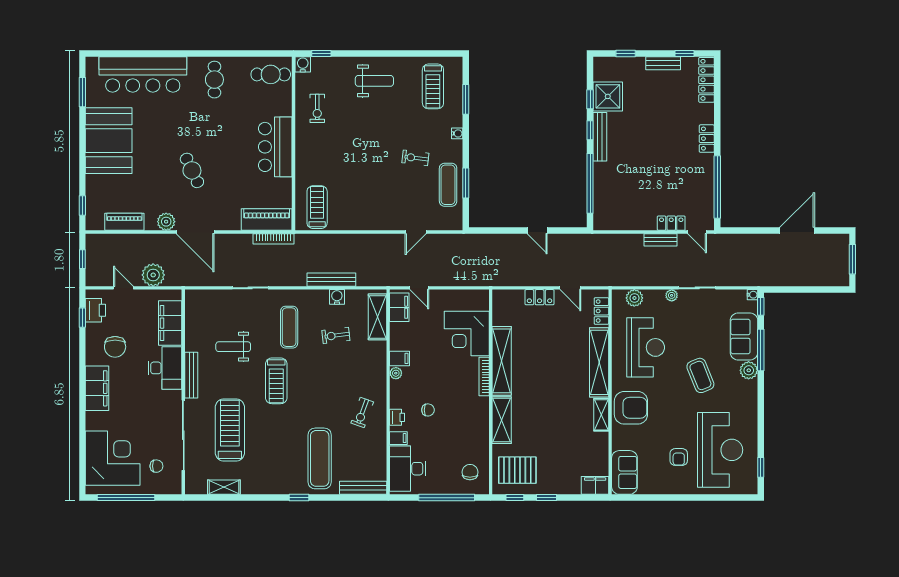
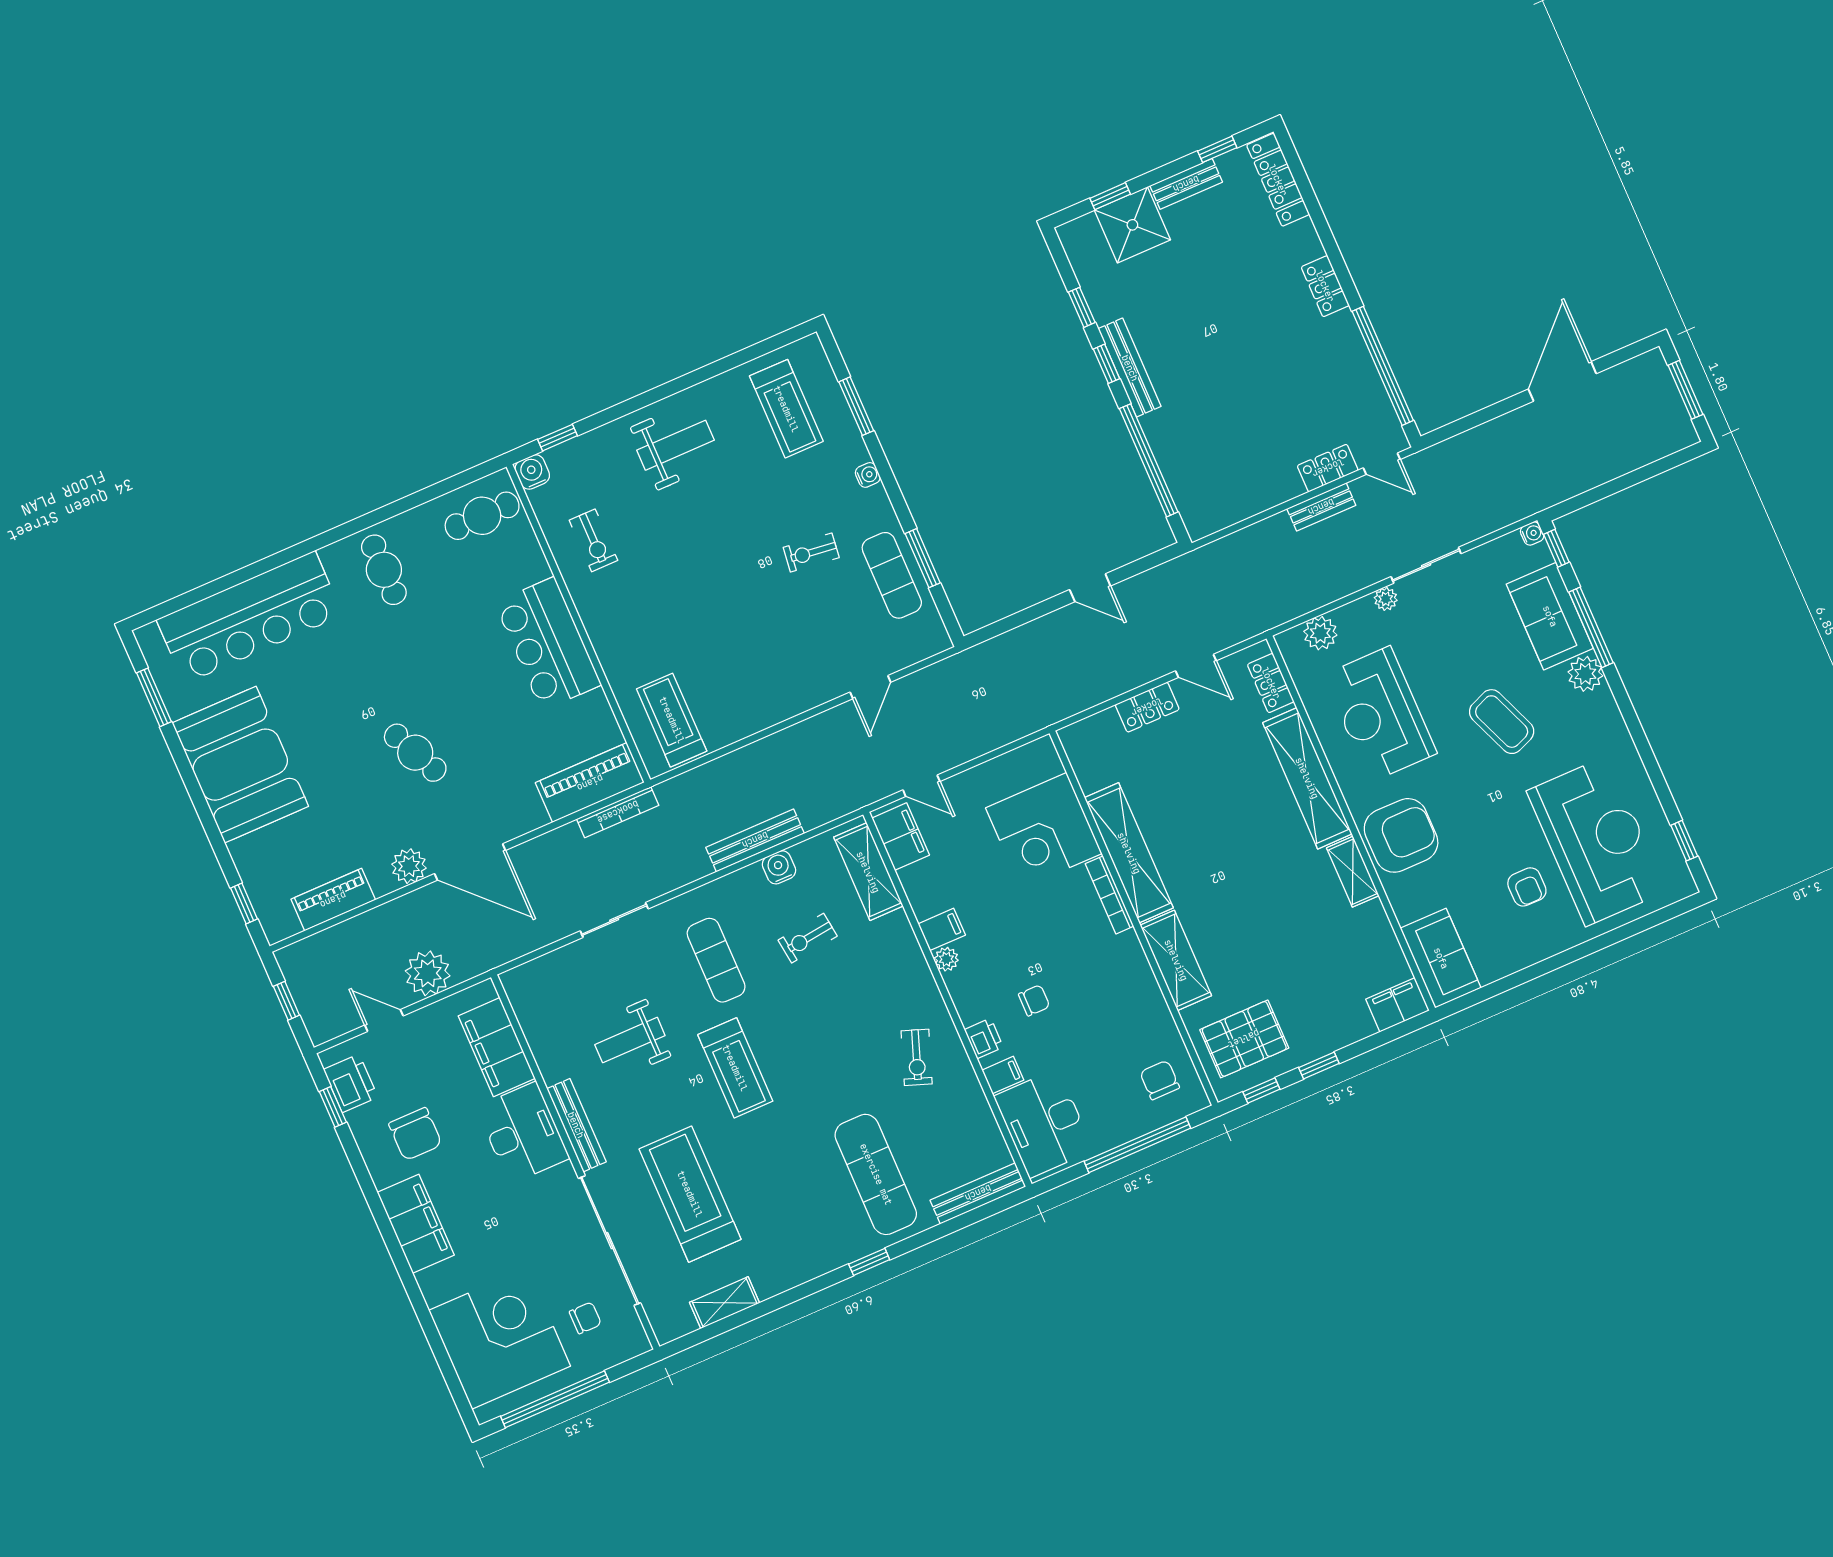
shower: (608, 96) -> (1132, 225), moved
reception desk: (646, 347) -> (1380, 714), turned 180

